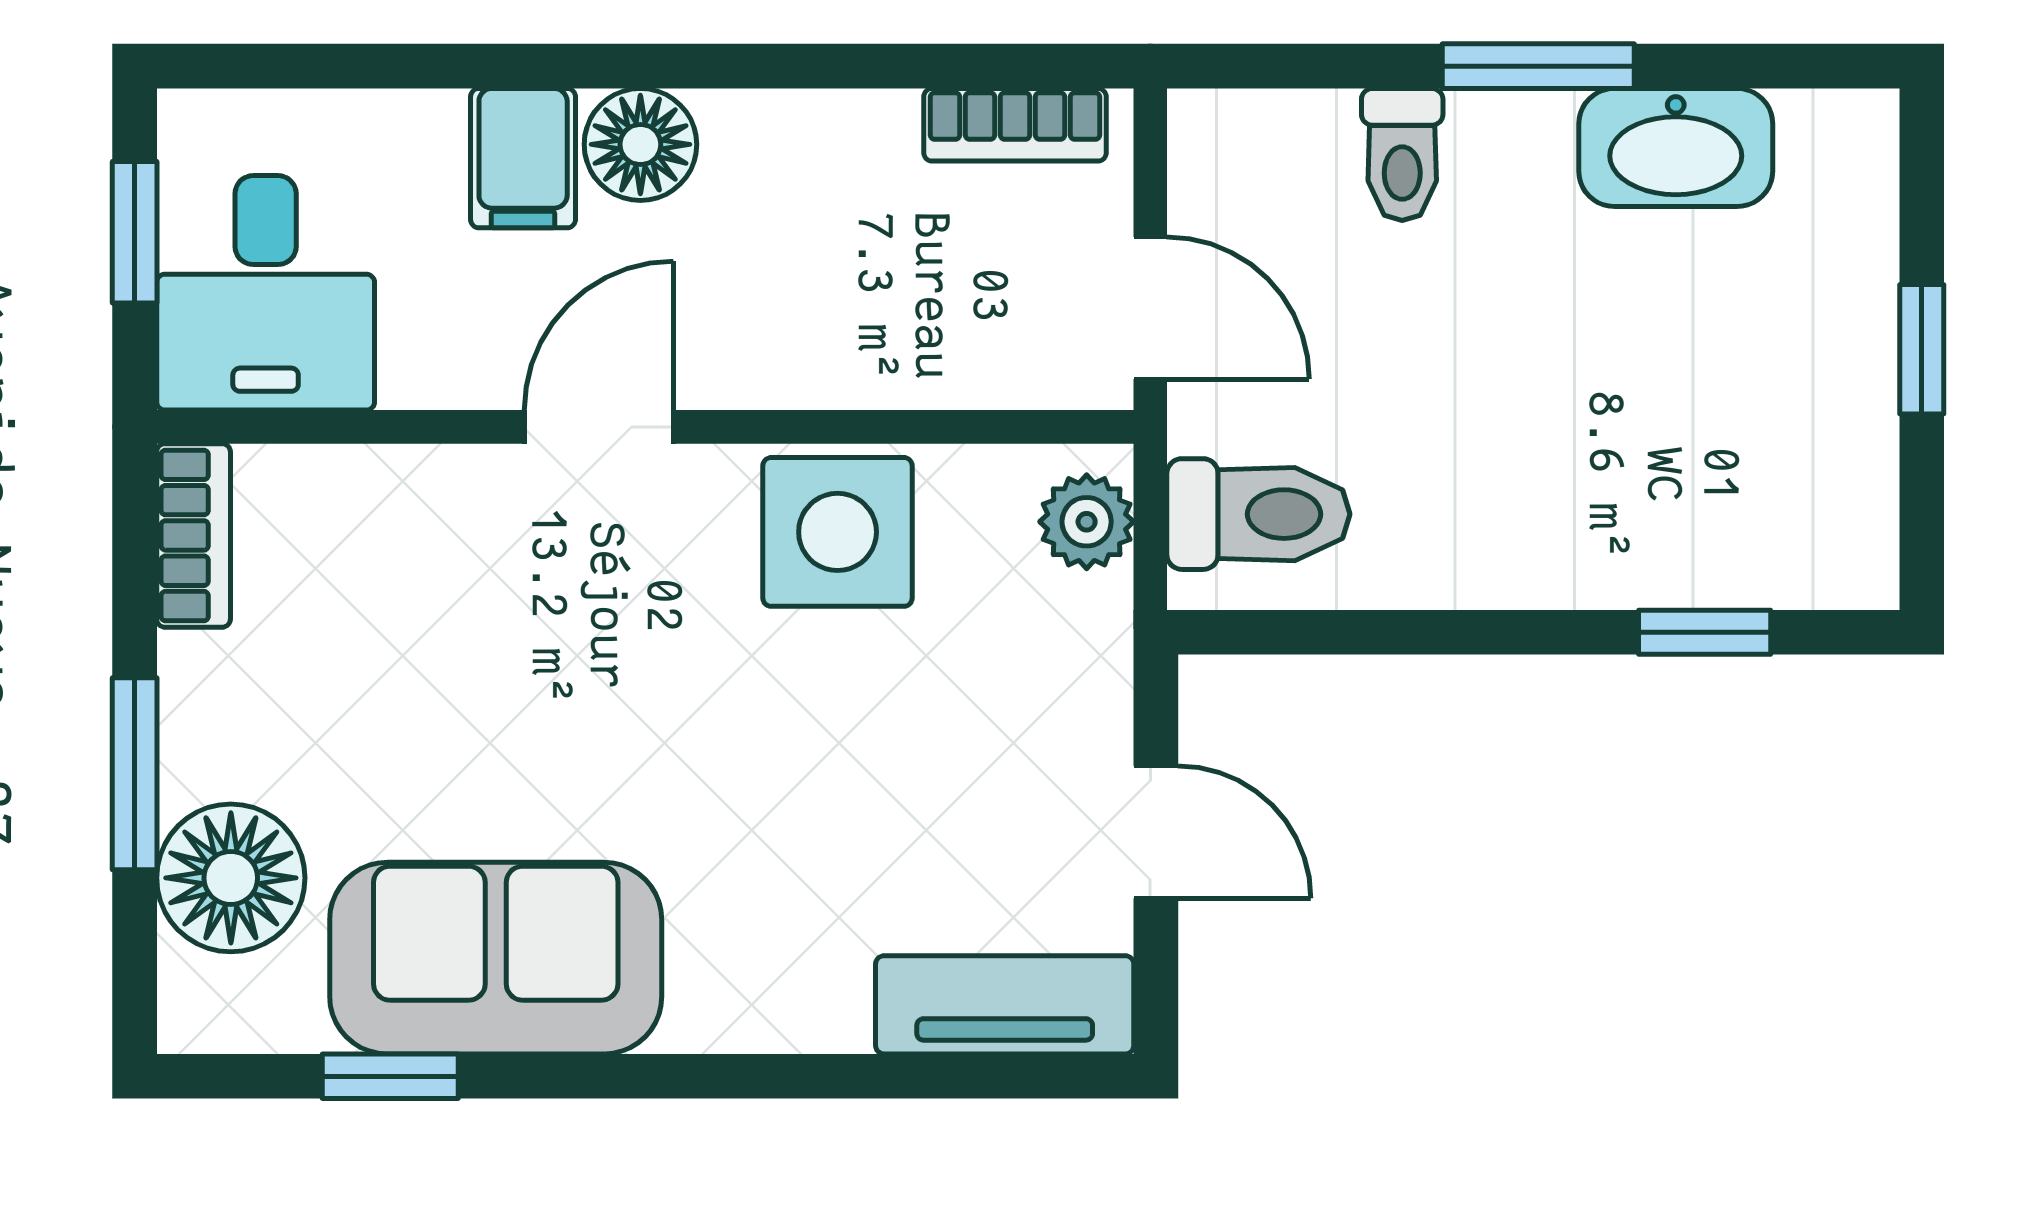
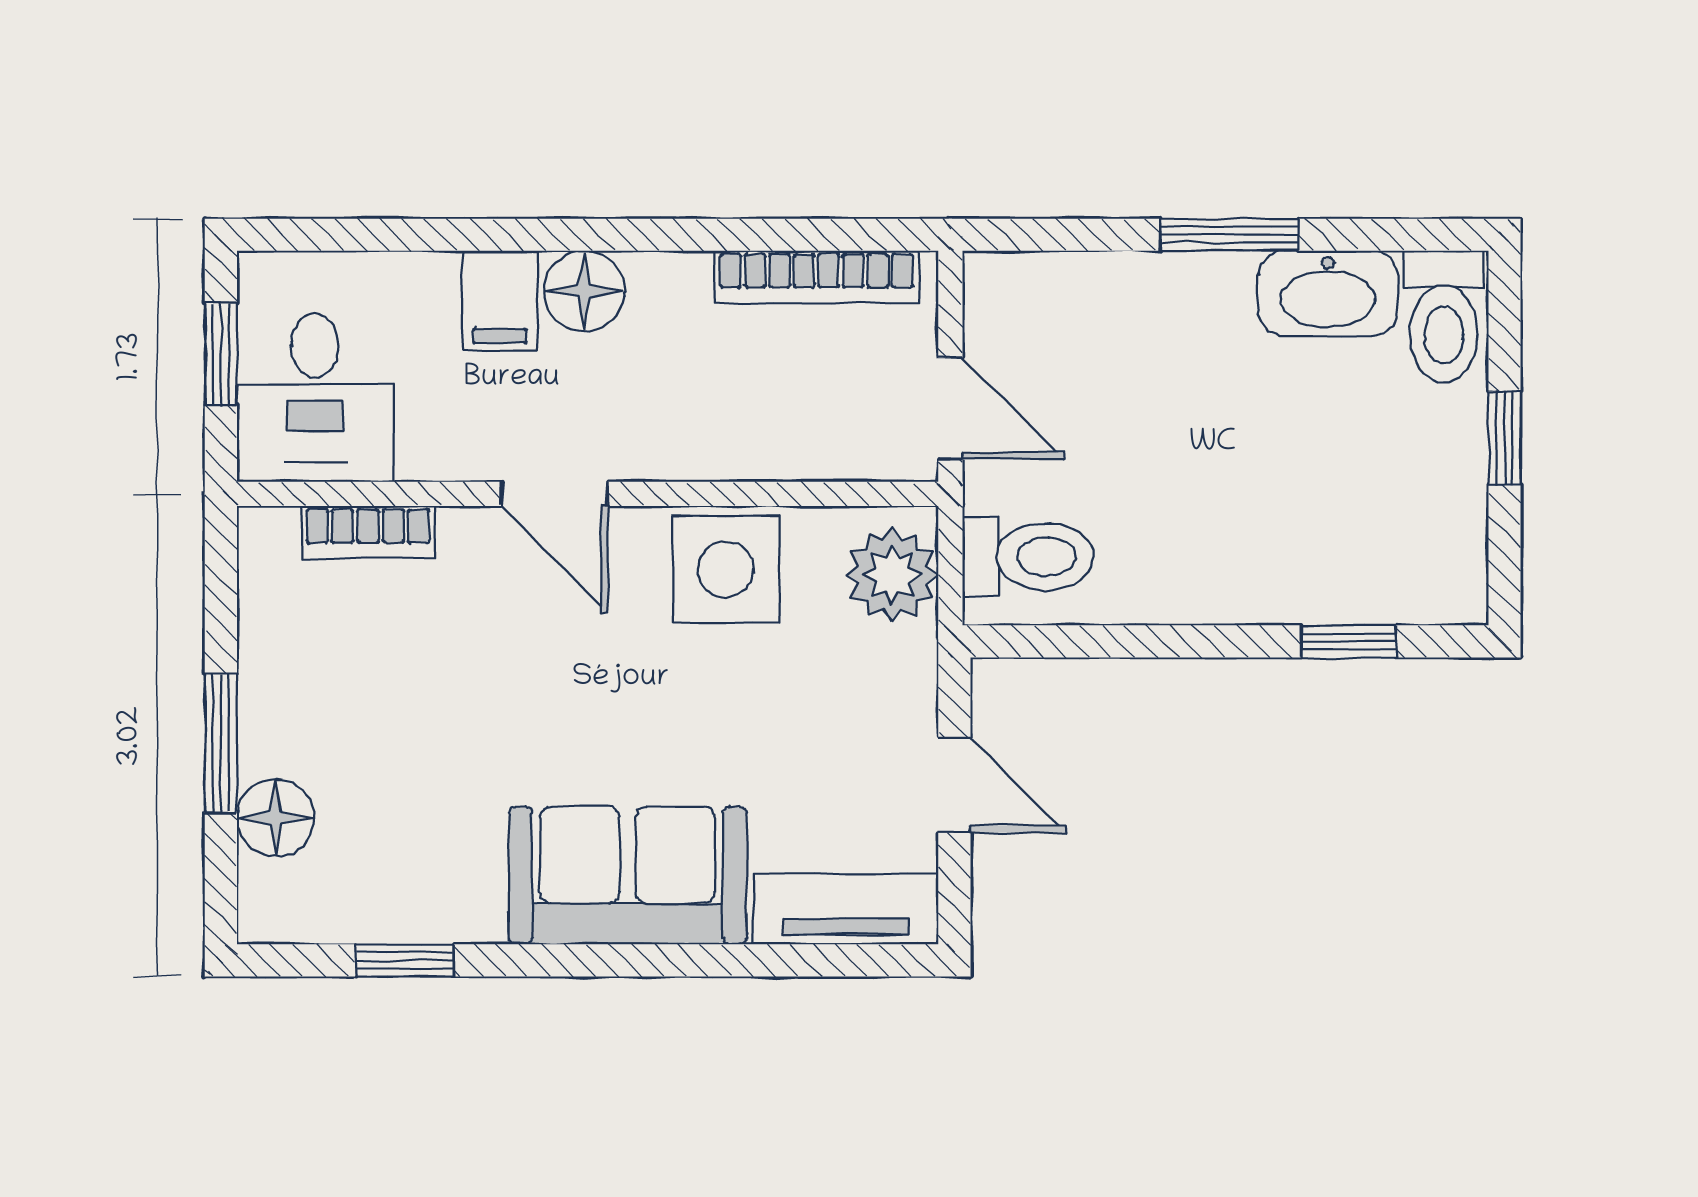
bookcase: (1015, 125) -> (816, 277), width x1.56
toilet: (1402, 154) -> (1444, 317), moved, width x1.37, depth x1.39
door: (599, 427) -> (554, 494), swing flipped
plant: (1087, 522) -> (892, 575), width x1.38, depth x1.38
bookcase: (194, 535) -> (368, 532), moved, turned 90
floor lamp: (231, 878) -> (275, 818), width x0.73, depth x0.73
sofa: (496, 958) -> (628, 875), moved

